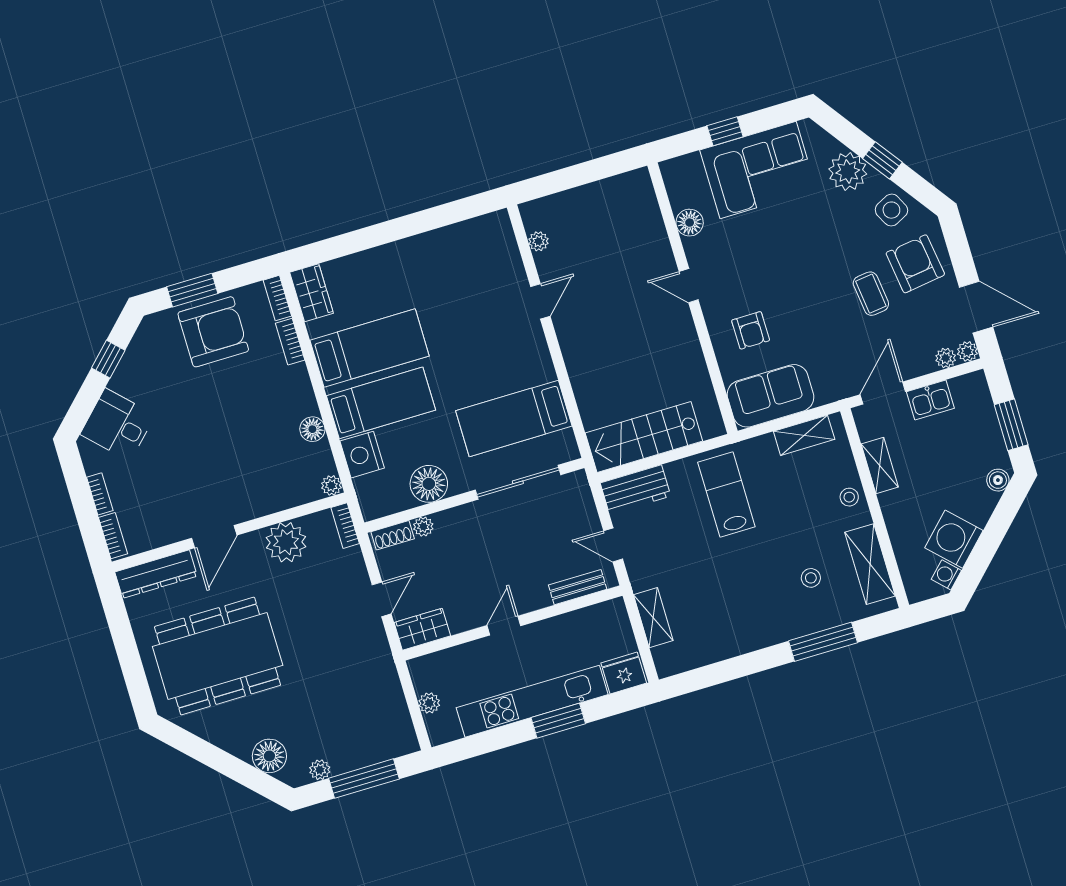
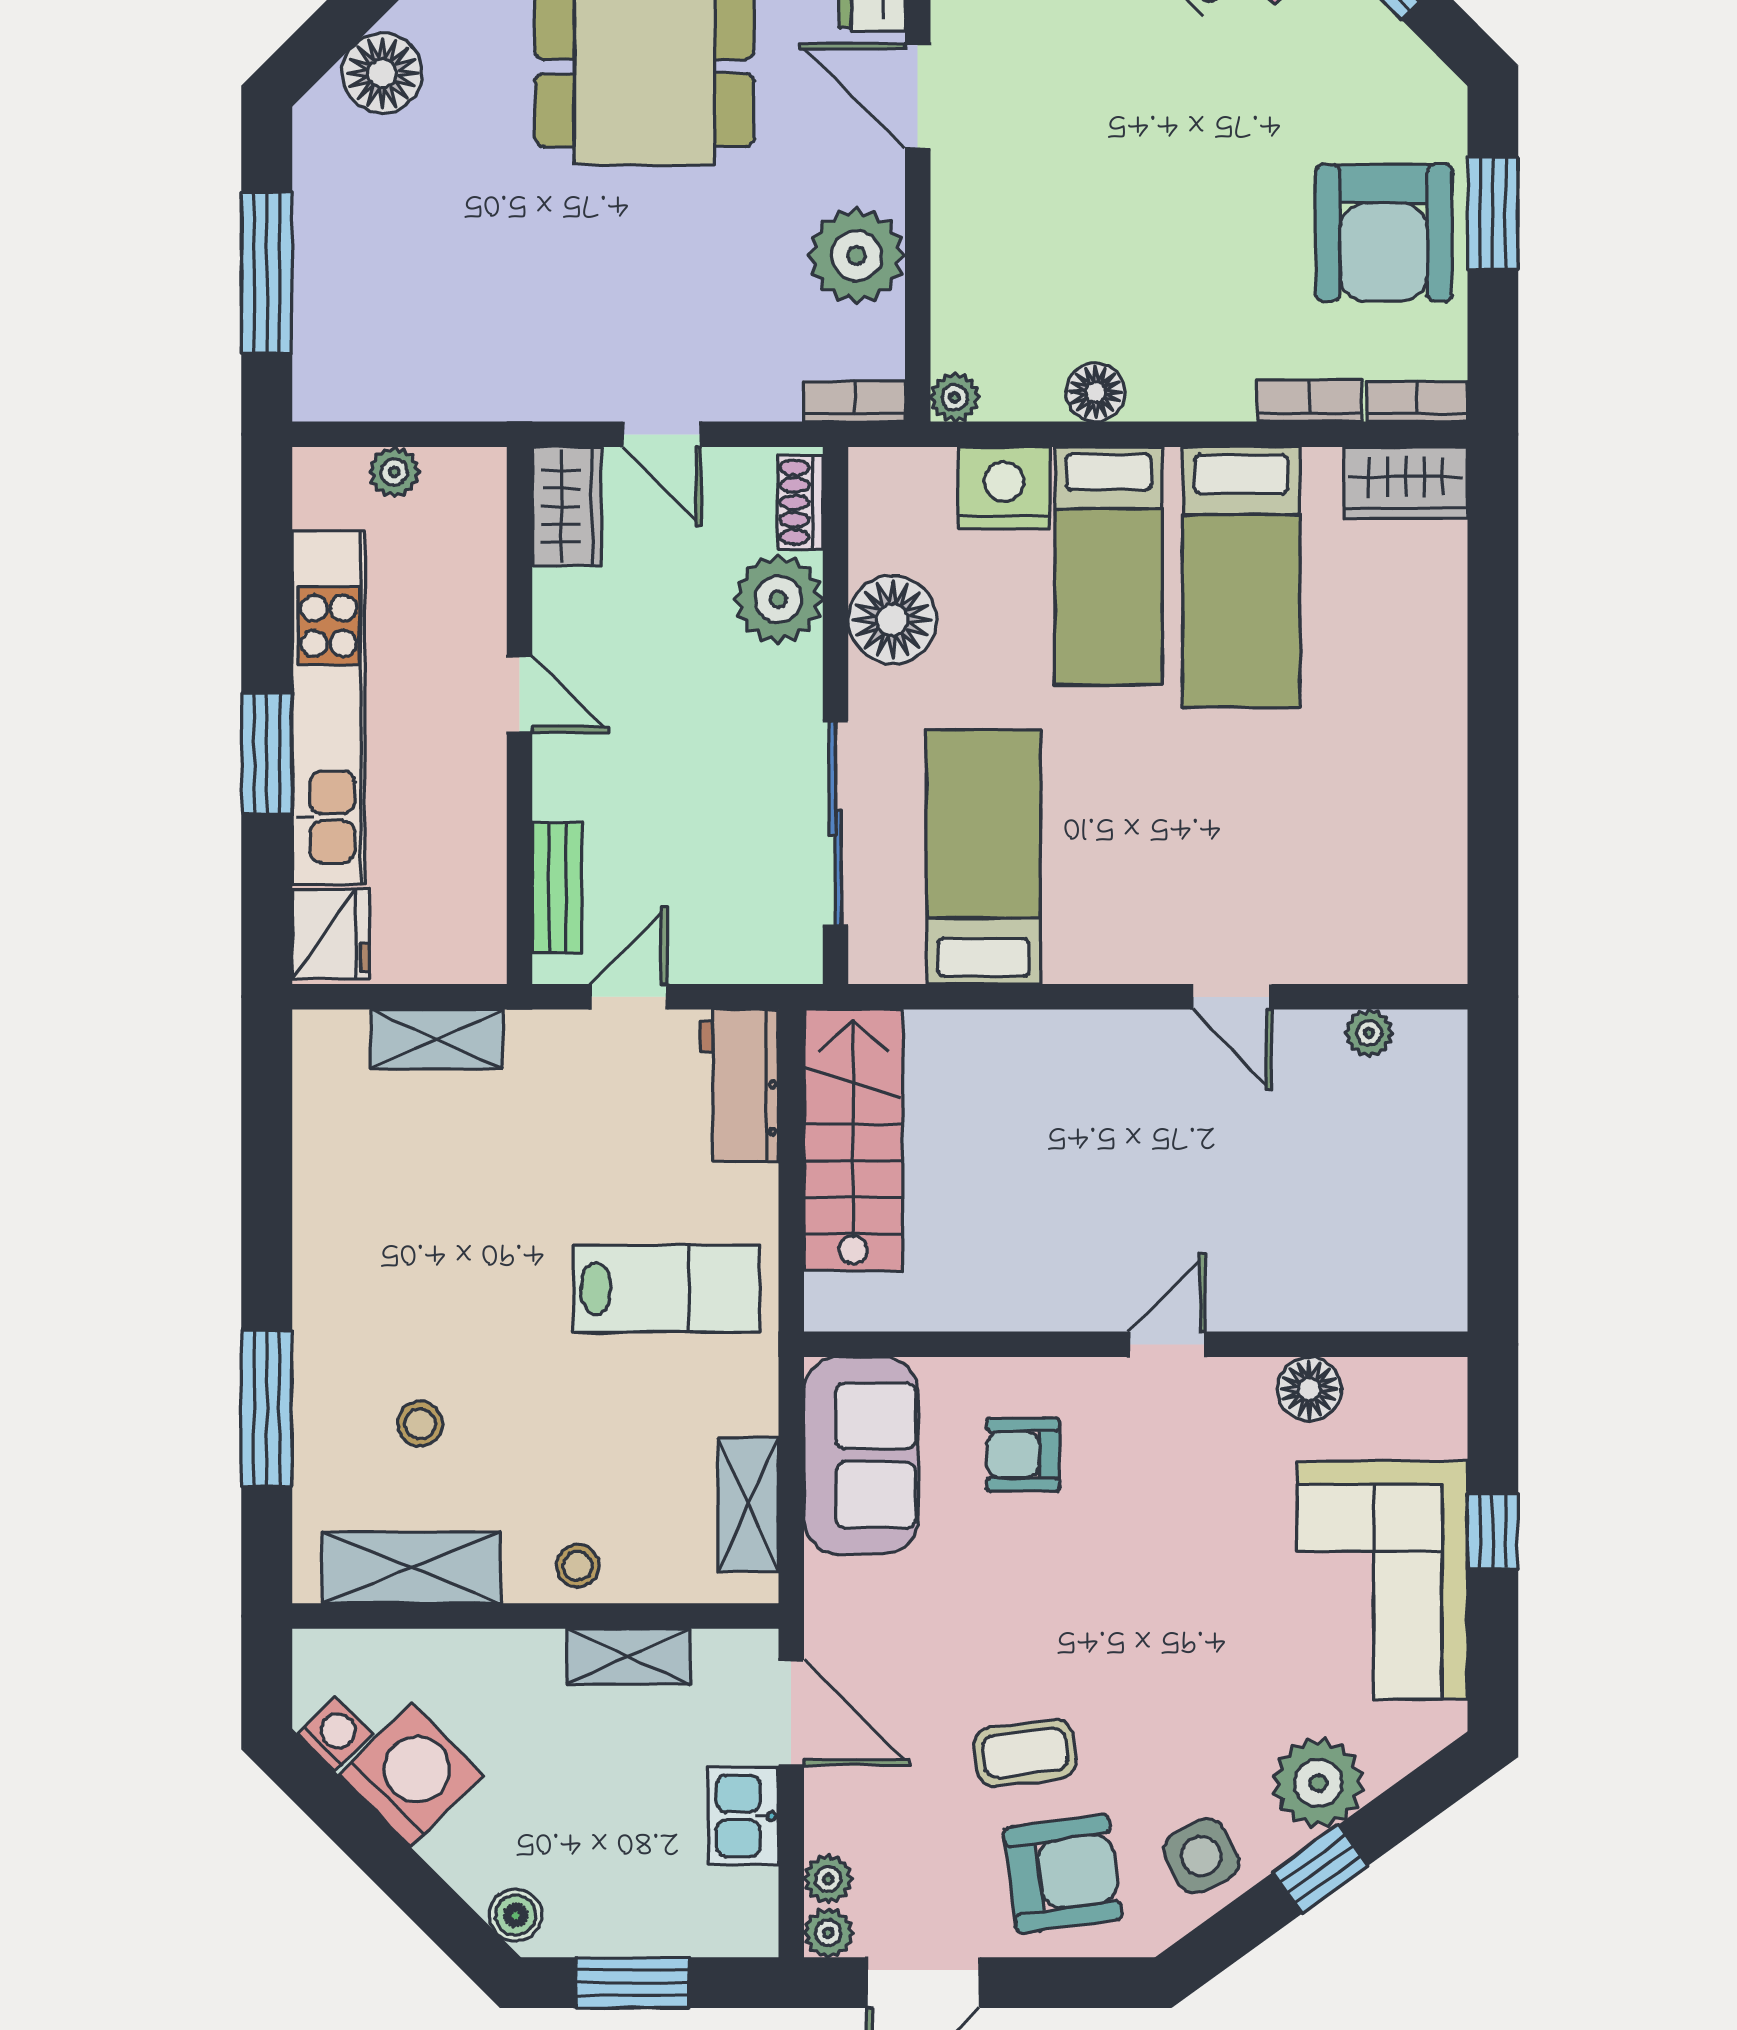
plant: (423, 527) -> (778, 599), width x1.88, depth x1.88
plant: (320, 770) -> (317, 178), removed

